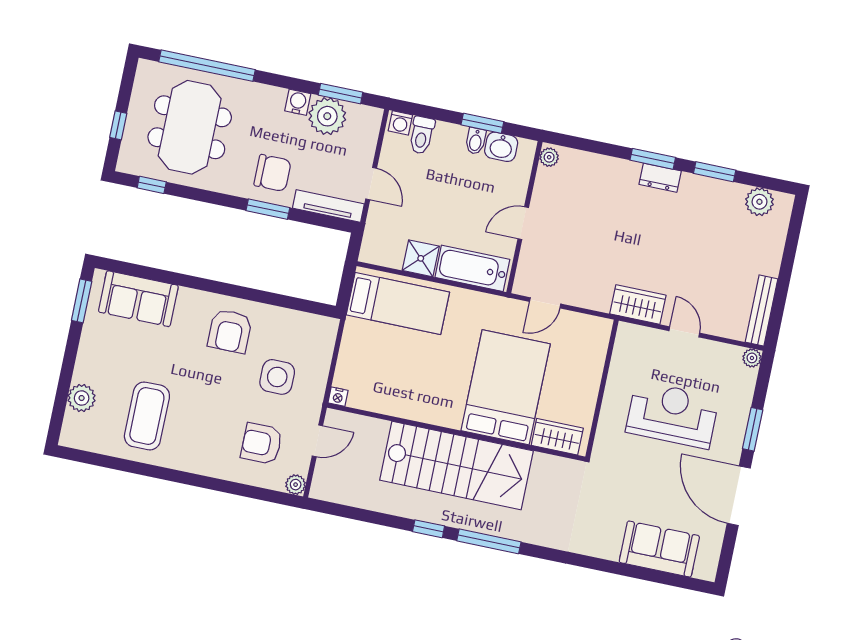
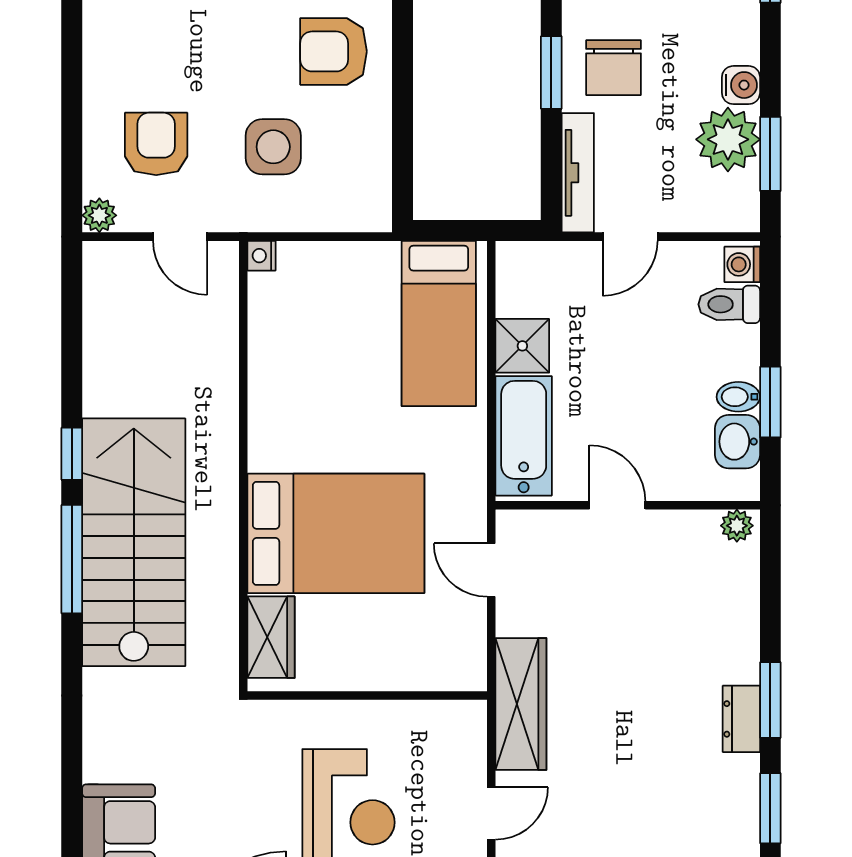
wardrobe: (638, 305) -> (521, 704), width x1.50
stairs: (456, 466) -> (134, 542), moved, turned 180

